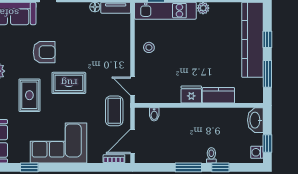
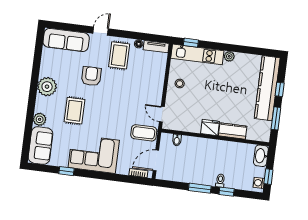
armchair: (44, 52) -> (91, 76), turned -90
rug: (69, 83) -> (119, 55), moved, turned 90
coffee table: (114, 111) -> (144, 133), turned 90

